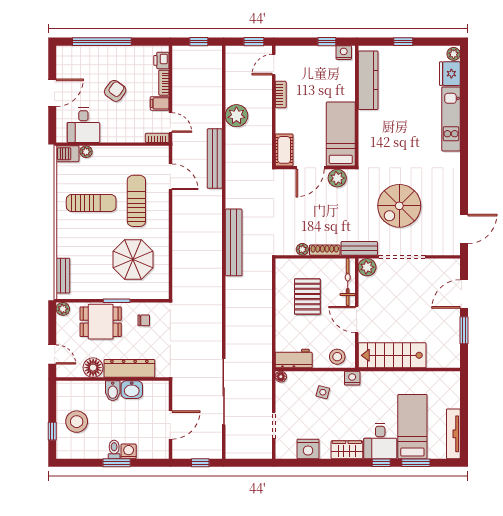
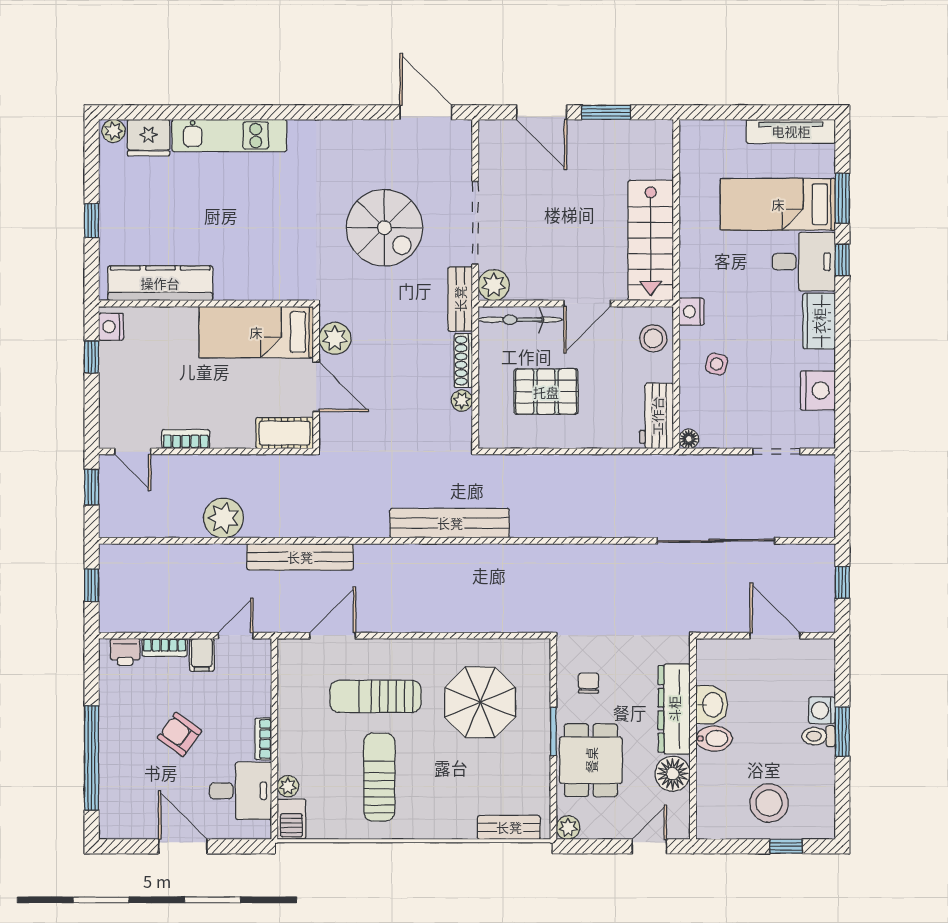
bookcase: (157, 138) -> (263, 739), moved

